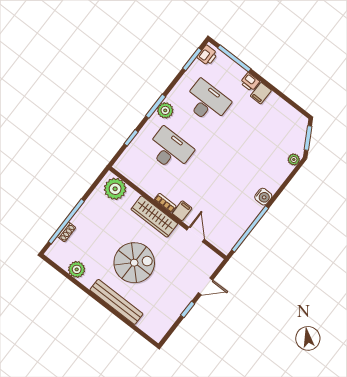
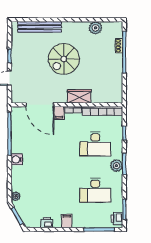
printer: (250, 82) -> (47, 223), moved
bookcase: (136, 178) -> (102, 111), added
plant: (115, 189) -> (110, 95), removed
wardrobe: (154, 216) -> (79, 96), width x0.67
door: (196, 235) -> (40, 105), width x1.87
bench: (116, 302) -> (40, 27), moved

